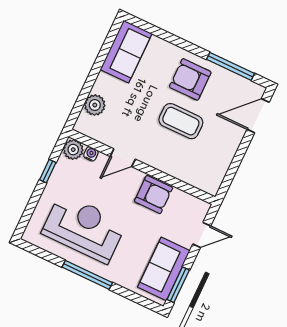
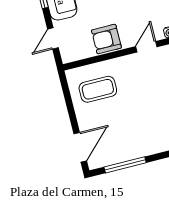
armchair: (190, 79) -> (144, 135), removed
coffee table: (181, 121) -> (98, 89), moved

